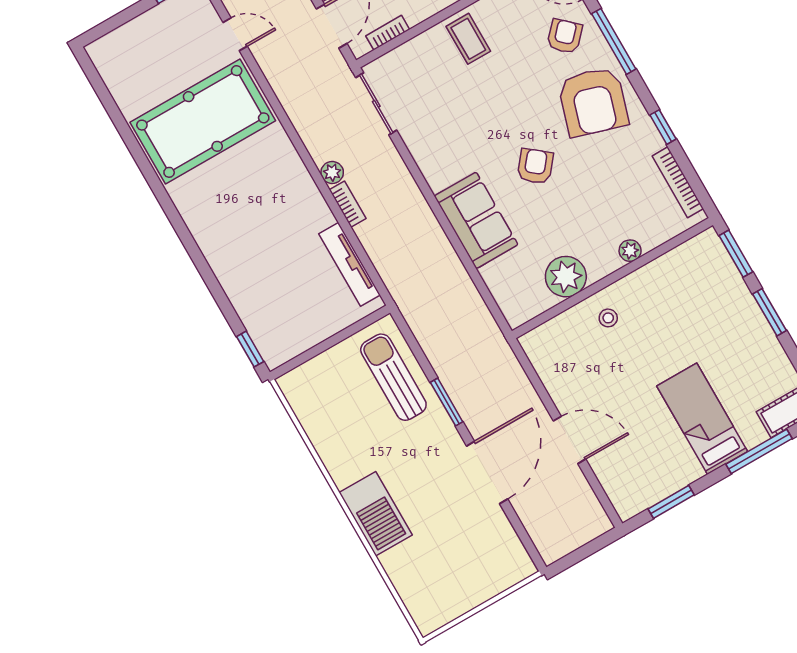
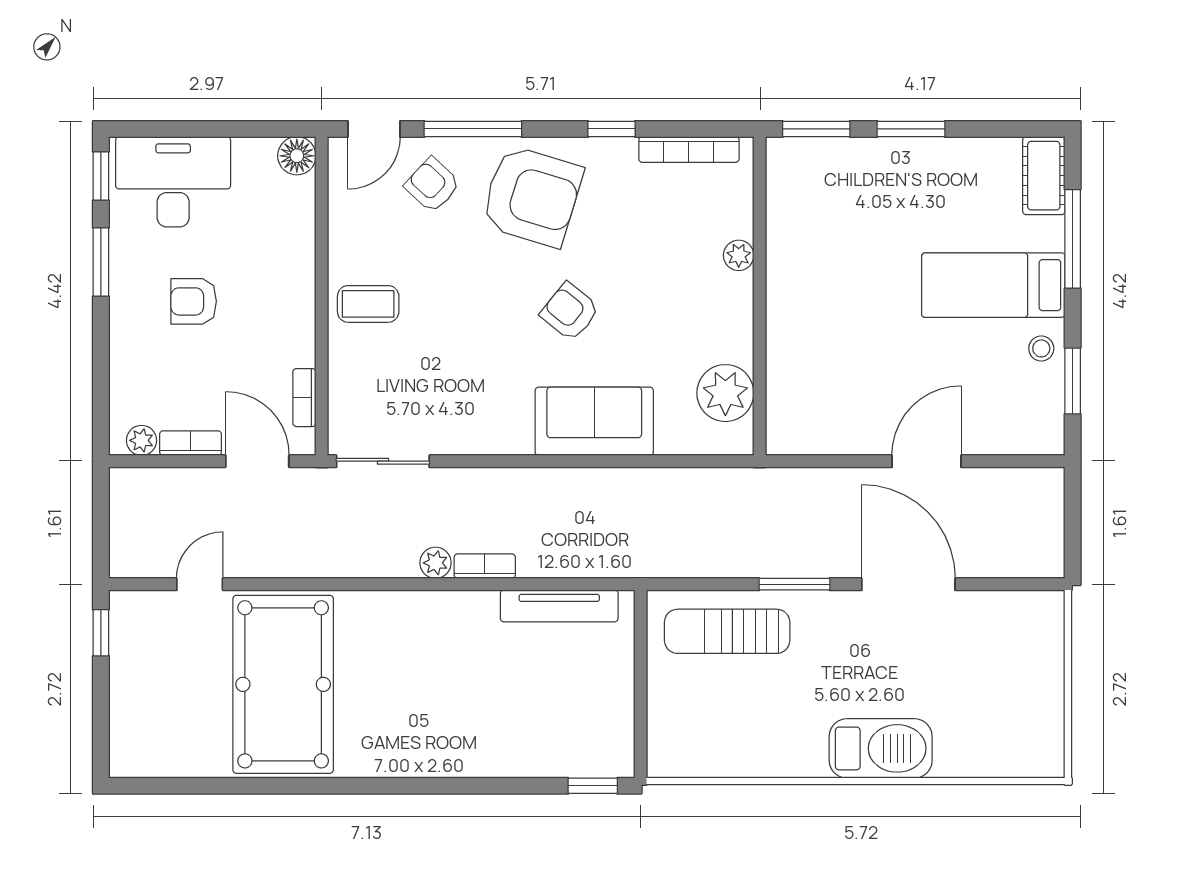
plant: (566, 277) -> (725, 393), moved
stool: (608, 318) -> (1041, 348), moved

